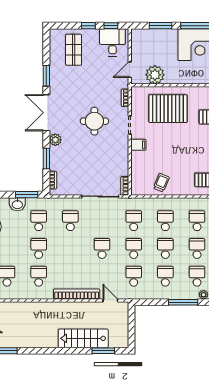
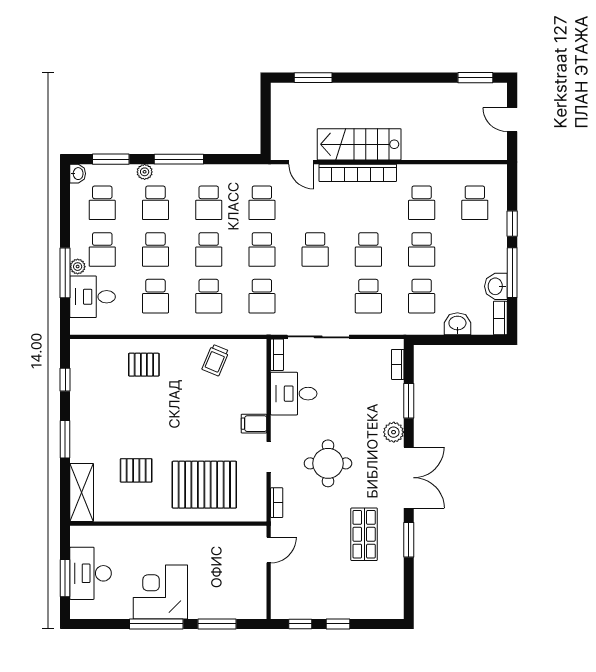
desk: (112, 42) -> (294, 394), moved, turned 90
shop shelf: (74, 50) -> (364, 534), moved
plant: (155, 75) -> (226, 541), removed
window: (27, 195) -> (442, 340), removed
school desk: (70, 248) -> (368, 249), added
stairs: (83, 338) -> (359, 144), moved, turned 180

